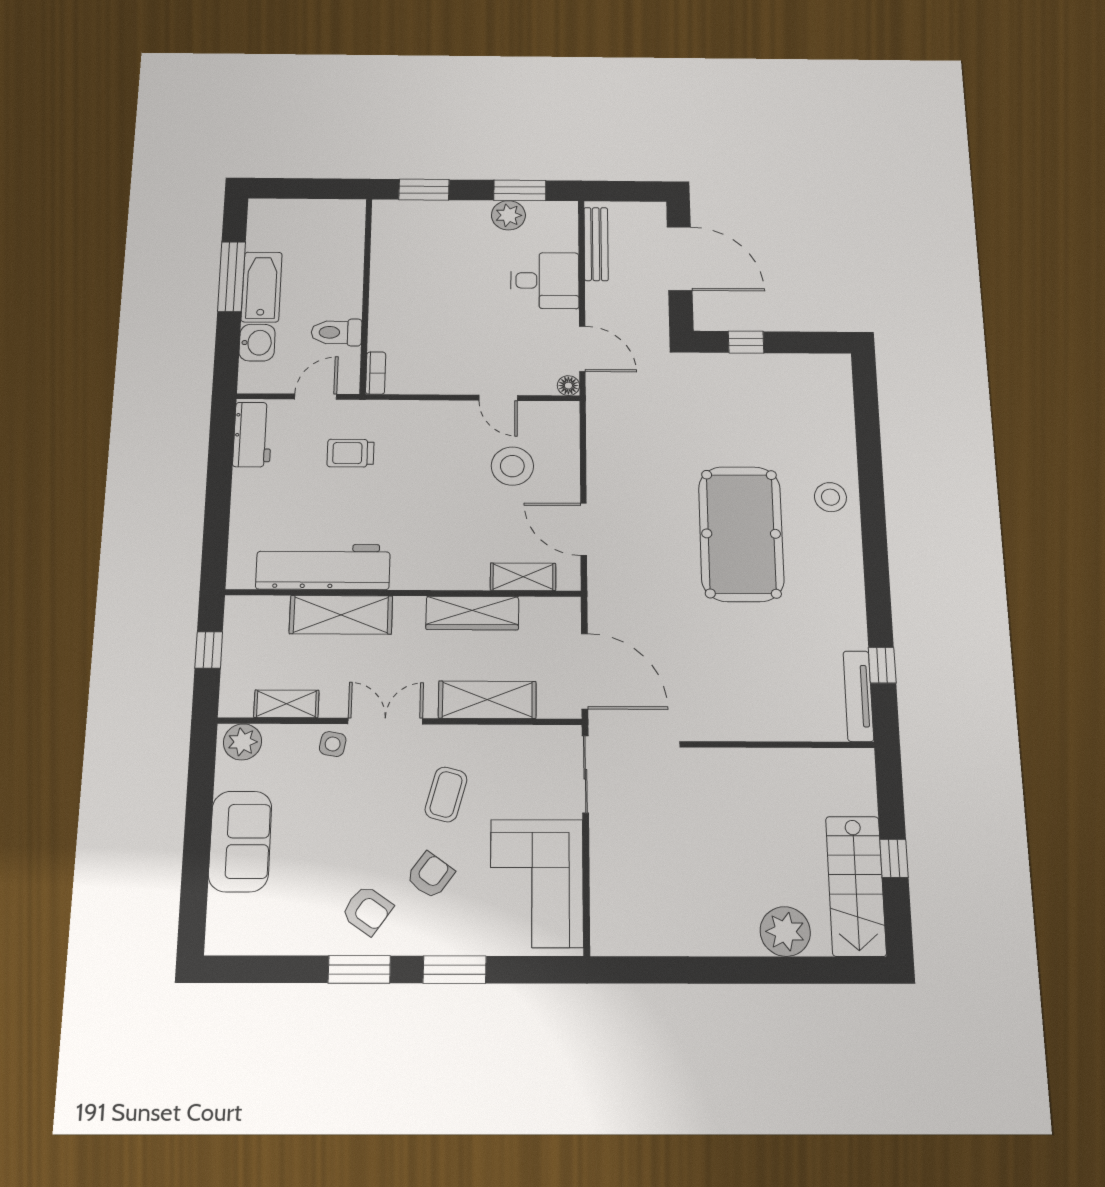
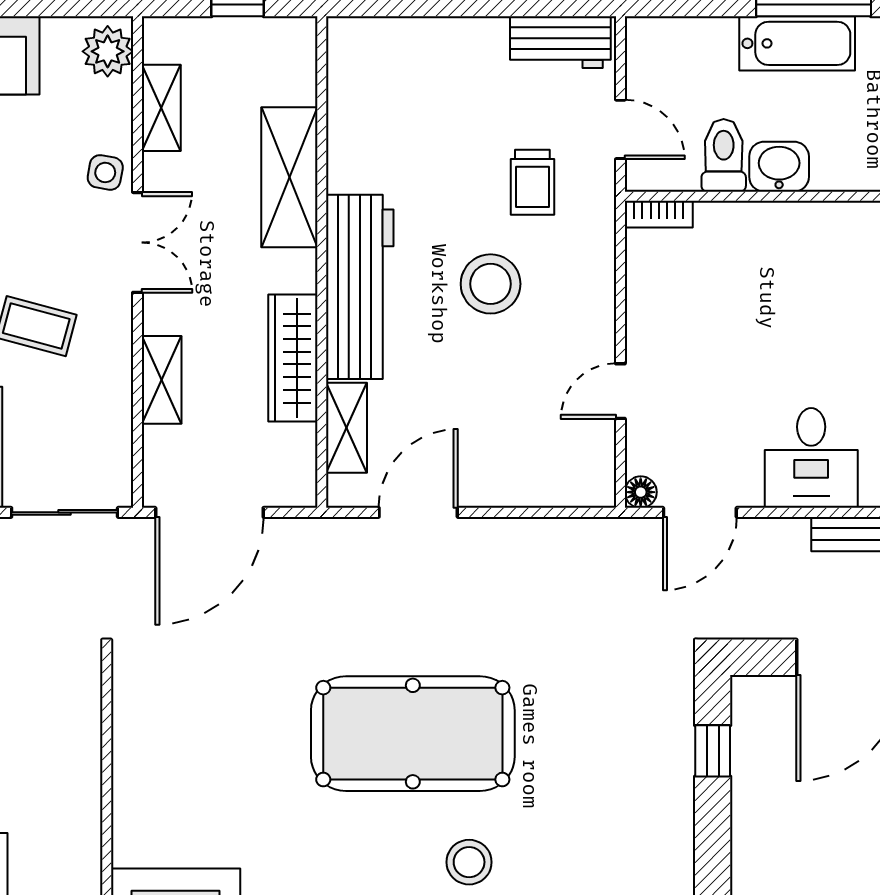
washbasin: (257, 343) -> (779, 167), moved, turned 180
trolley: (351, 453) -> (532, 182), turned 180
stool: (512, 466) -> (491, 284), moved
workbench: (323, 567) -> (360, 287), moved
shelving: (487, 700) -> (162, 380), width x0.67, depth x0.75

